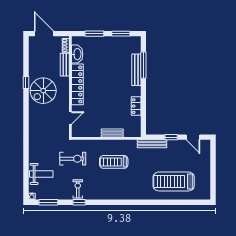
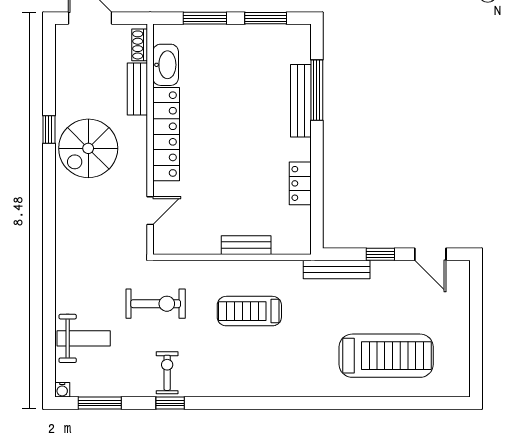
treadmill: (174, 181) -> (386, 356), turned 180

